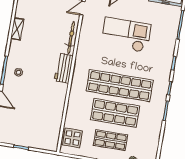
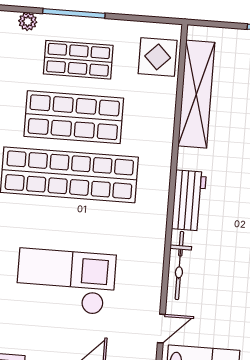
checkout: (126, 35) -> (66, 282), turned 180
shelving: (56, 119) -> (196, 94), added

